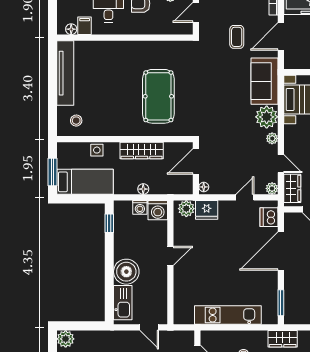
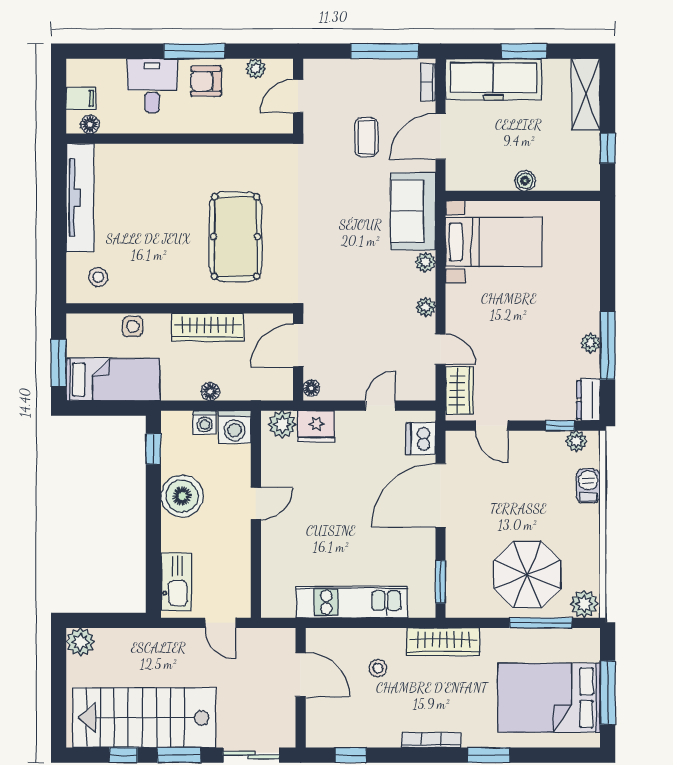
filing cabinet: (85, 26) -> (81, 98), moved, turned 90
plant: (267, 117) -> (425, 262), width x0.53, depth x0.53
plant: (272, 188) -> (425, 391), removed
boiler: (126, 272) -> (182, 496), moved
wardrobe: (283, 339) -> (443, 642), width x1.50

